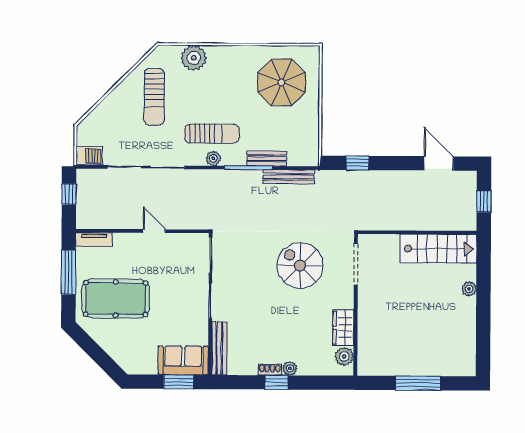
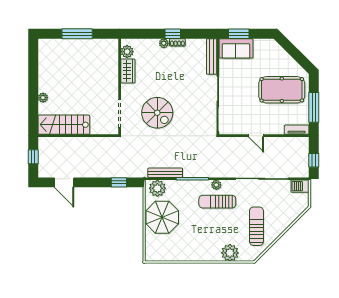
parasol: (282, 82) -> (162, 217), moved
plant: (300, 154) -> (157, 188), added
bench: (267, 158) -> (180, 185), removed

